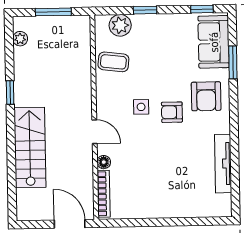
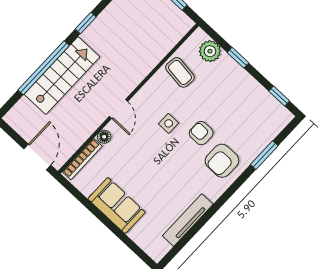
sofa: (214, 42) -> (117, 206), moved, turned 90
armchair: (172, 112) -> (201, 133), moved
window: (11, 155) -> (44, 68), added

